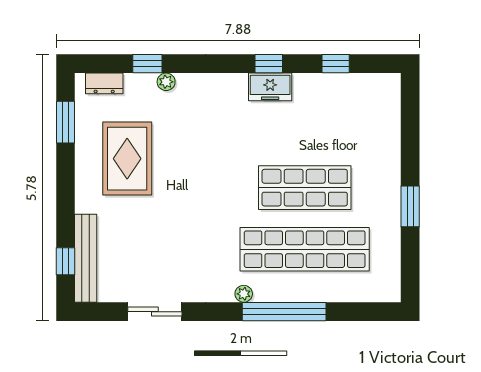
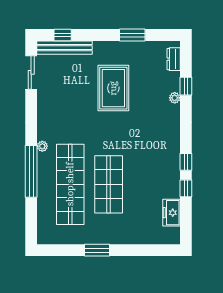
window: (336, 64) -> (186, 188), moved
freezer: (270, 87) -> (171, 213), moved
window: (66, 122) -> (132, 35), moved
rug: (127, 159) -> (113, 88), moved, turned 90
sliding door: (155, 312) -> (31, 72), moved

